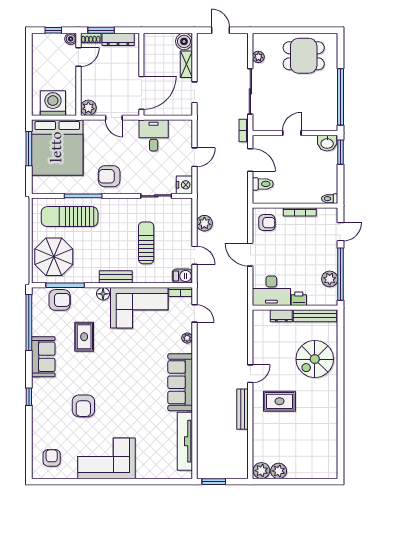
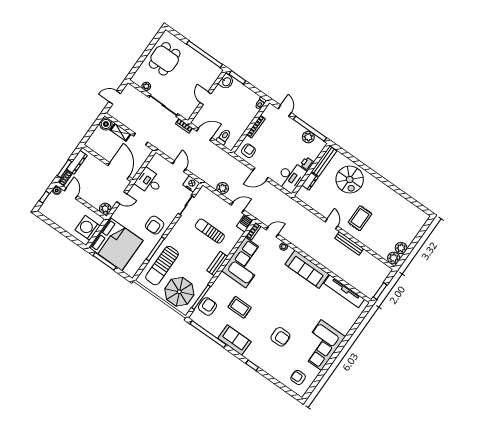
floor lamp: (103, 294) -> (222, 278), removed

